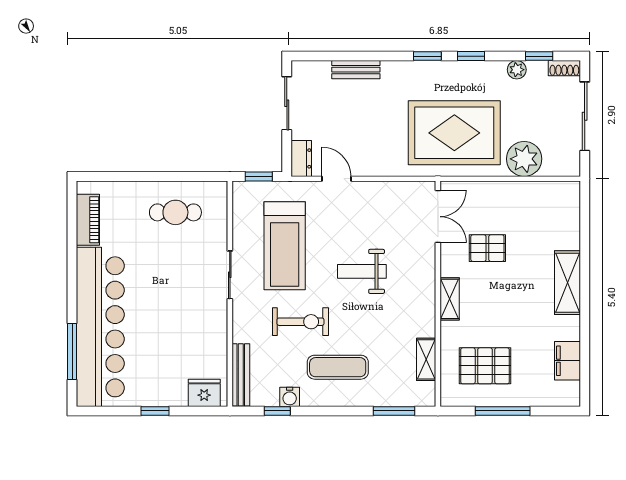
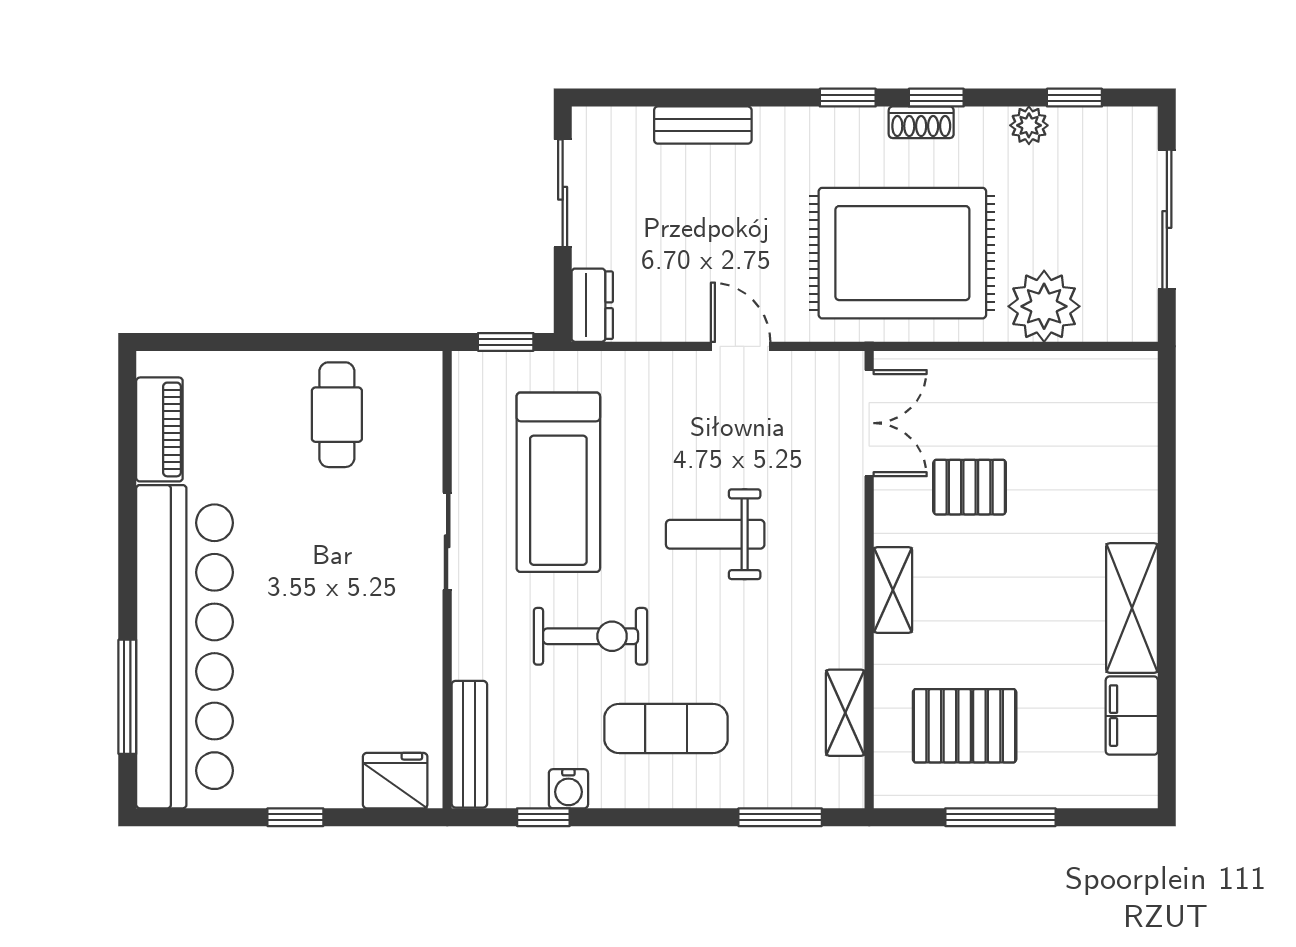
shoe rack: (564, 68) -> (921, 122), moved
door: (336, 179) -> (741, 346), moved
cafe table: (175, 212) -> (337, 415), turned 90
shelving: (568, 283) -> (1132, 608), moved

